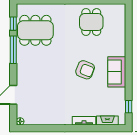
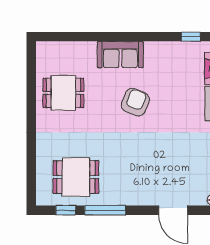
dining table: (35, 30) -> (76, 177), width x0.73
sofa: (117, 72) -> (120, 55), moved

